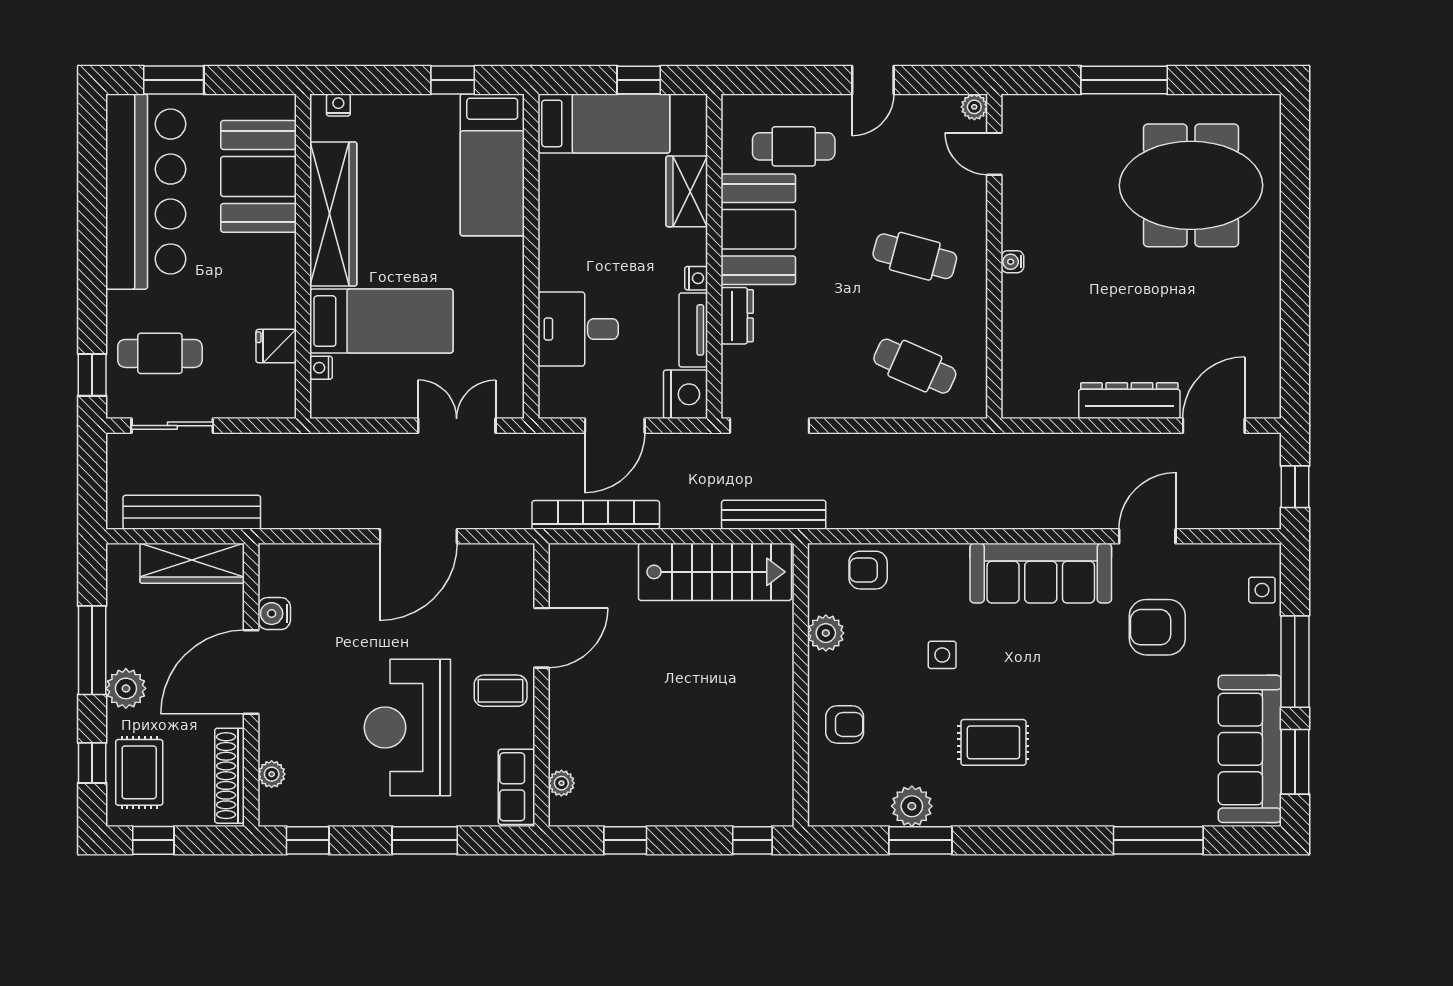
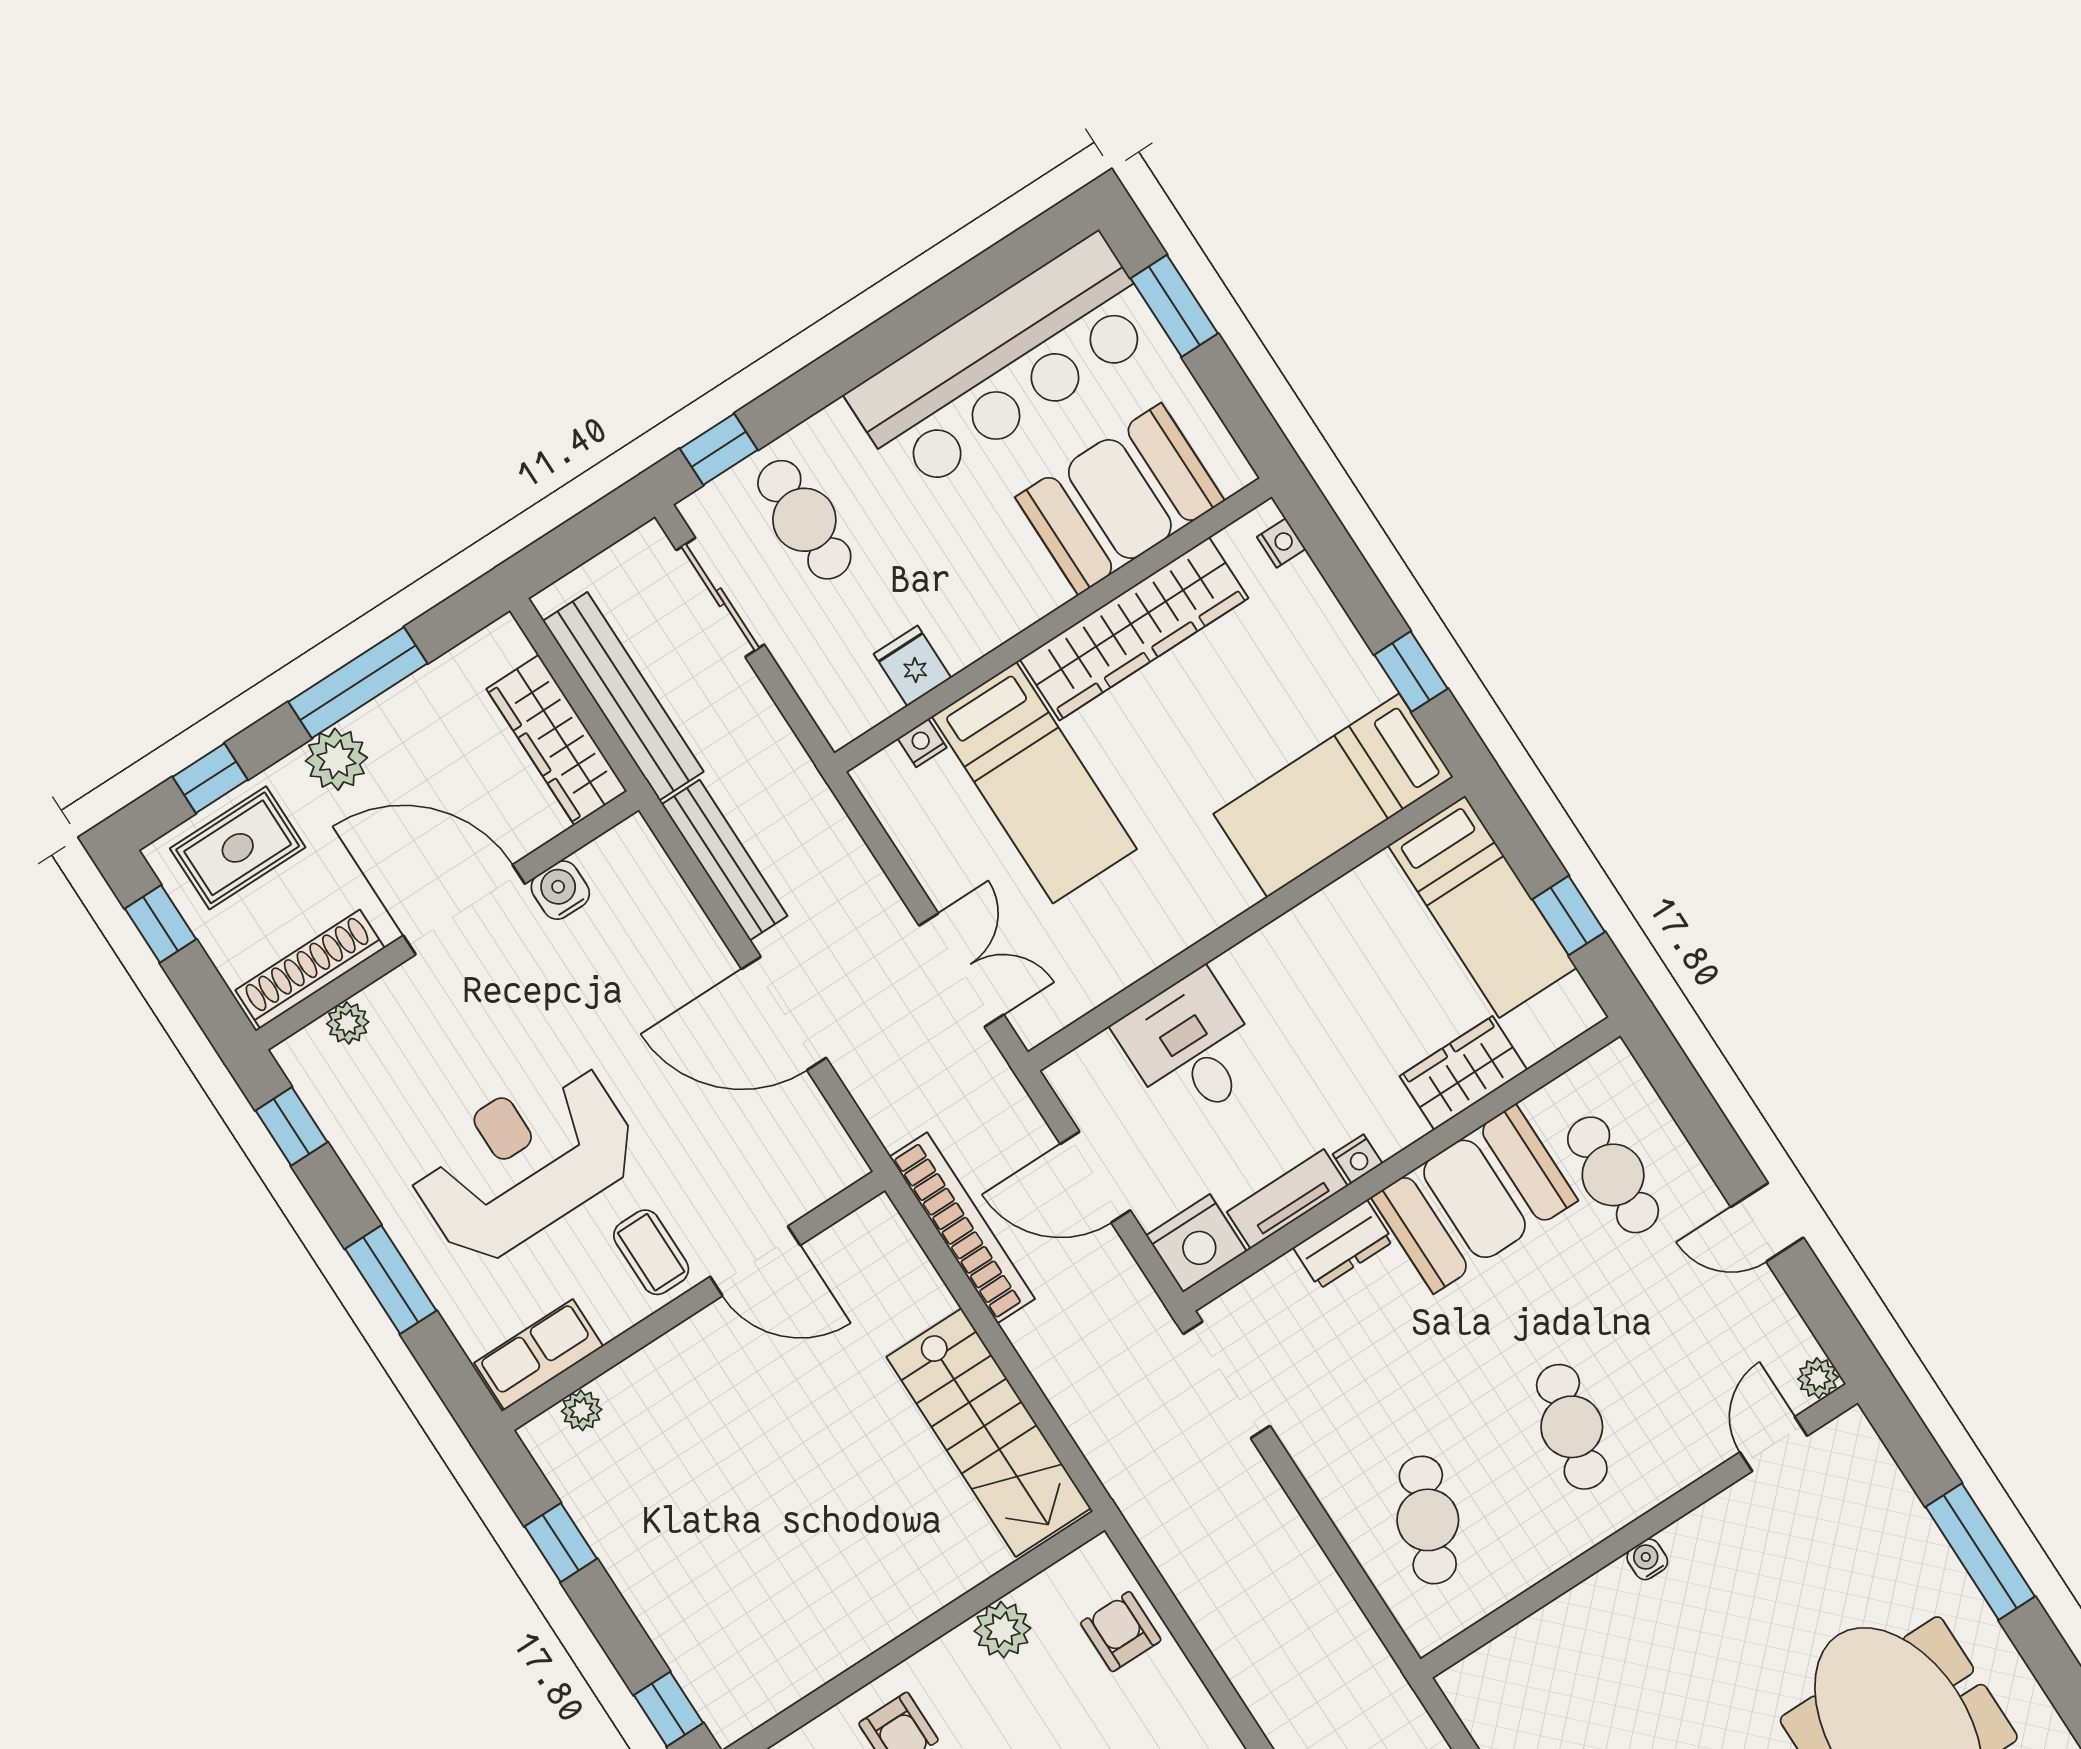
bench: (774, 515) -> (725, 860), moved

